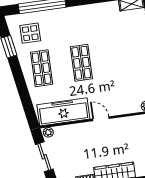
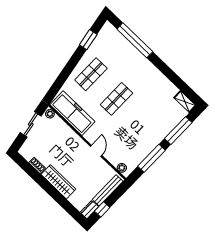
display table: (30, 33) -> (109, 47), removed
door: (101, 119) -> (96, 151), moved

